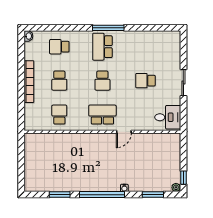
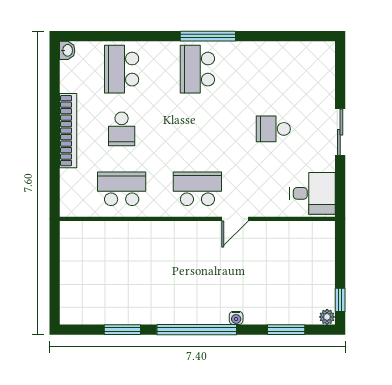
school desk: (59, 47) -> (122, 69), width x1.85
school desk: (102, 81) -> (197, 129), removed
school desk: (59, 115) -> (122, 189), width x1.85

